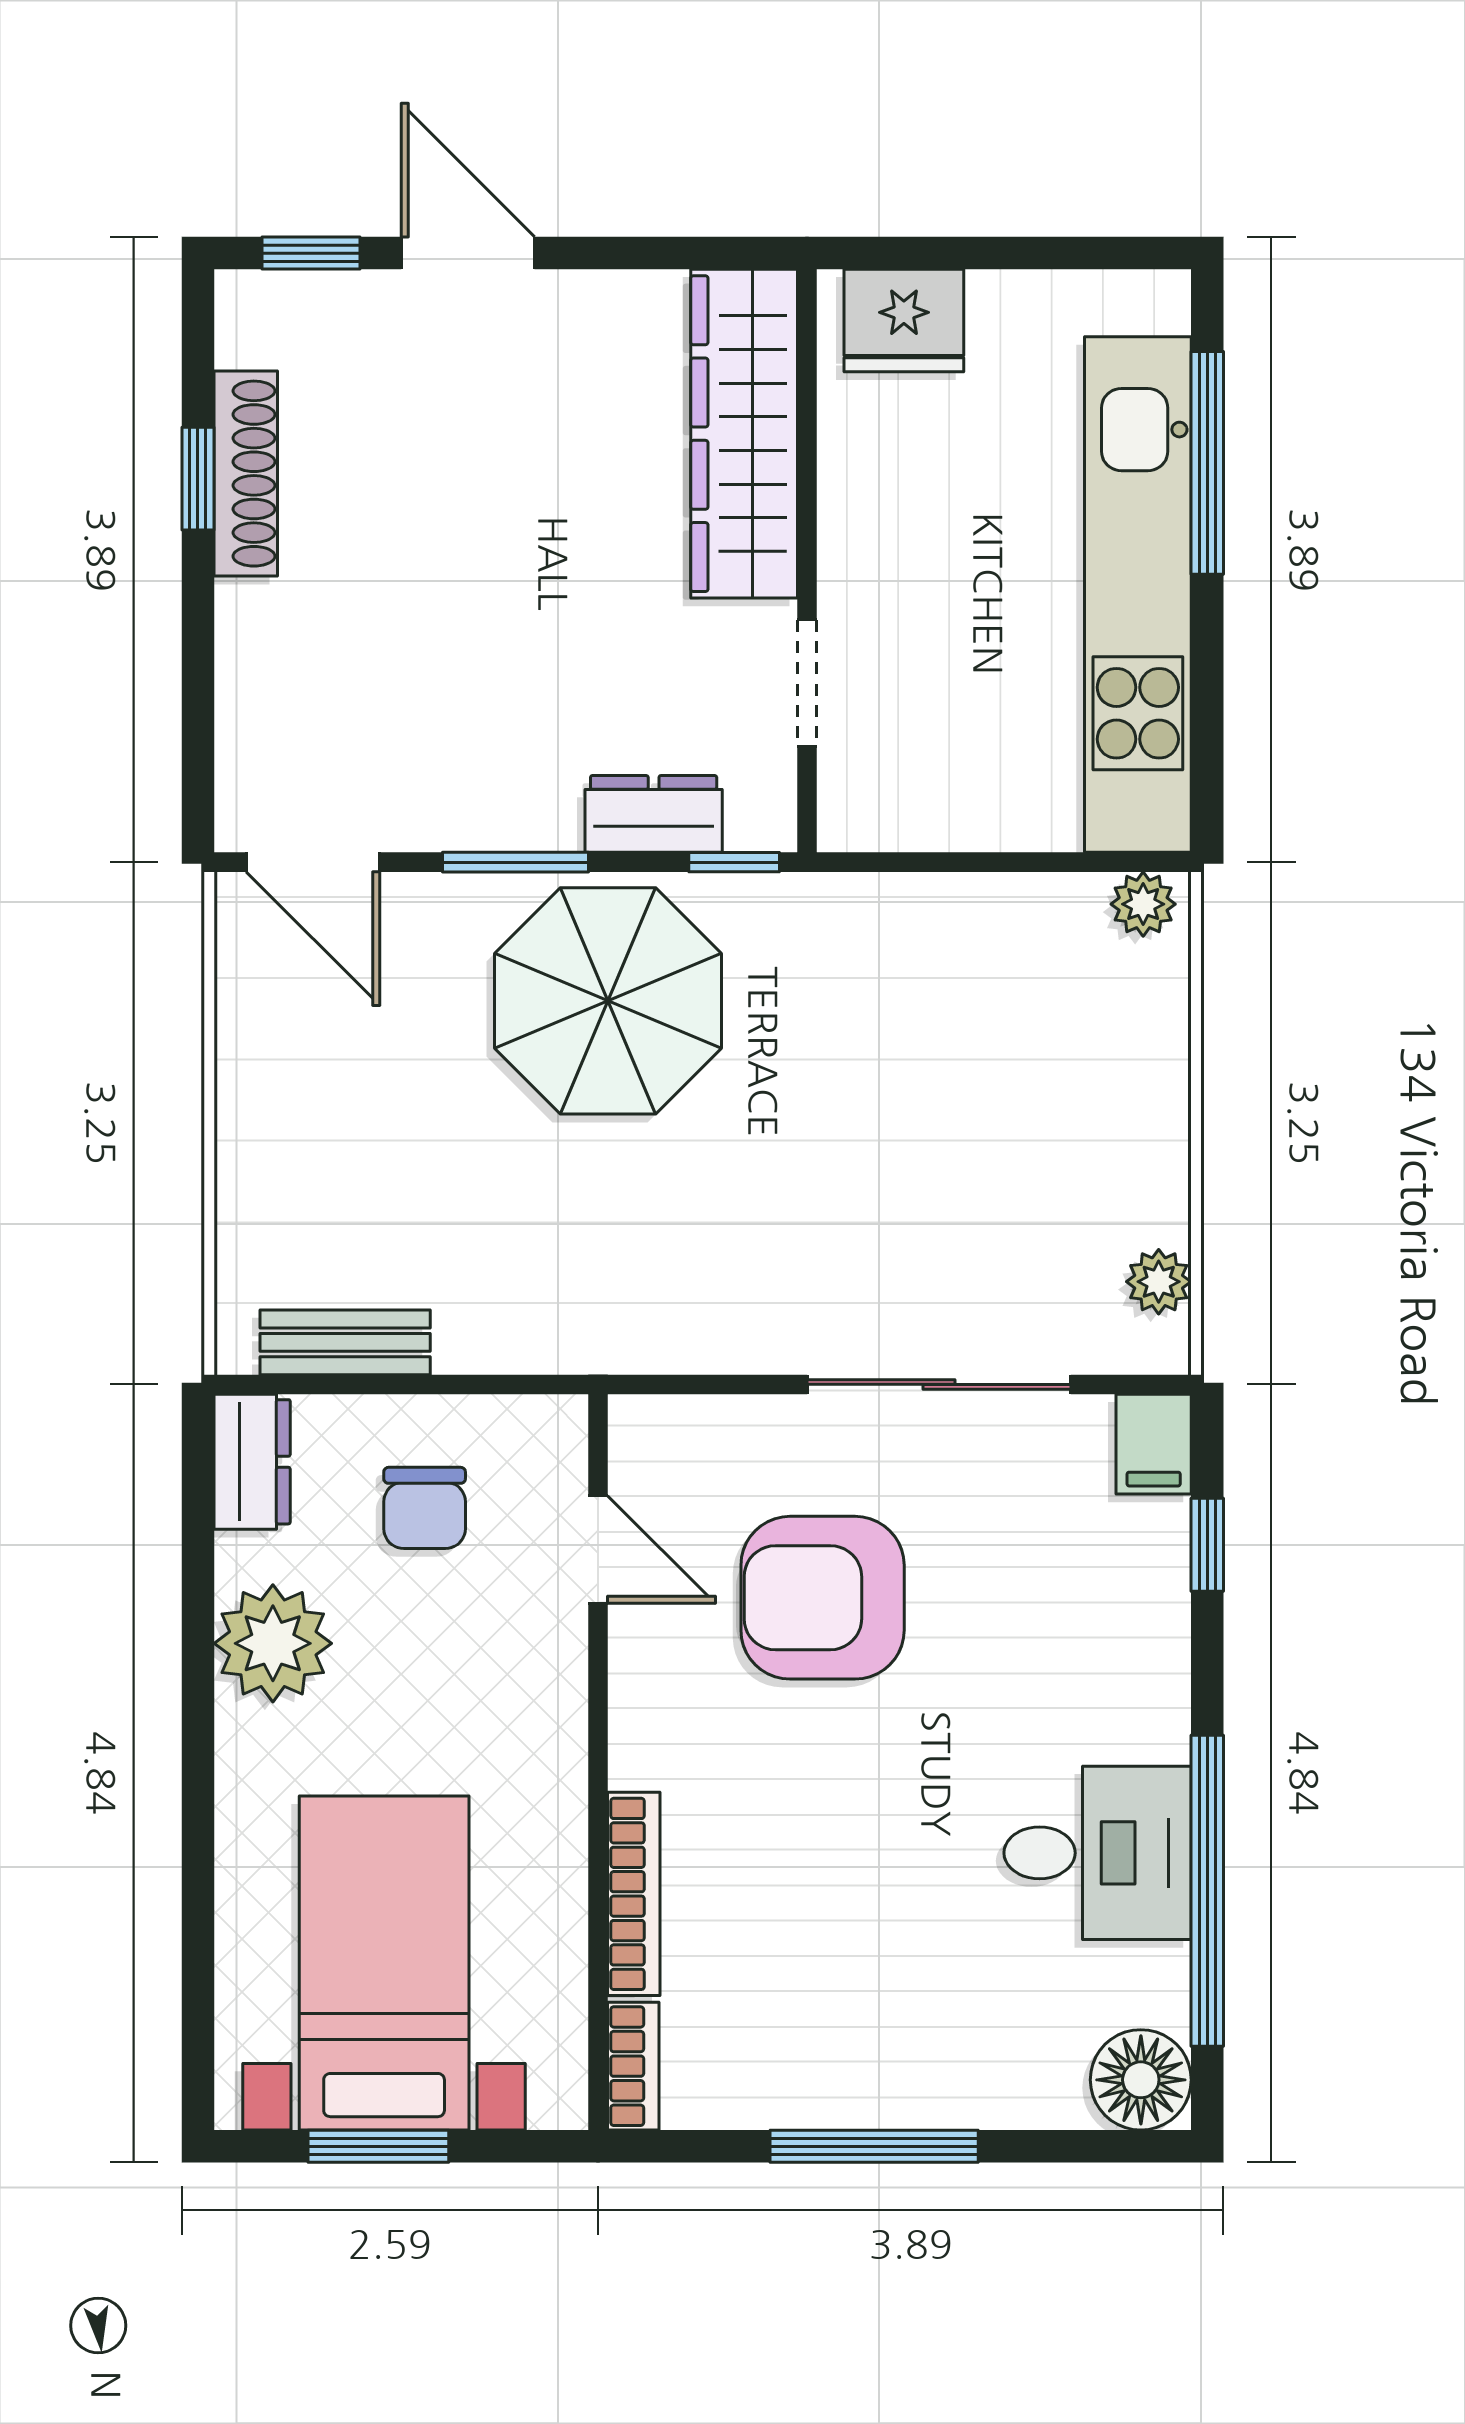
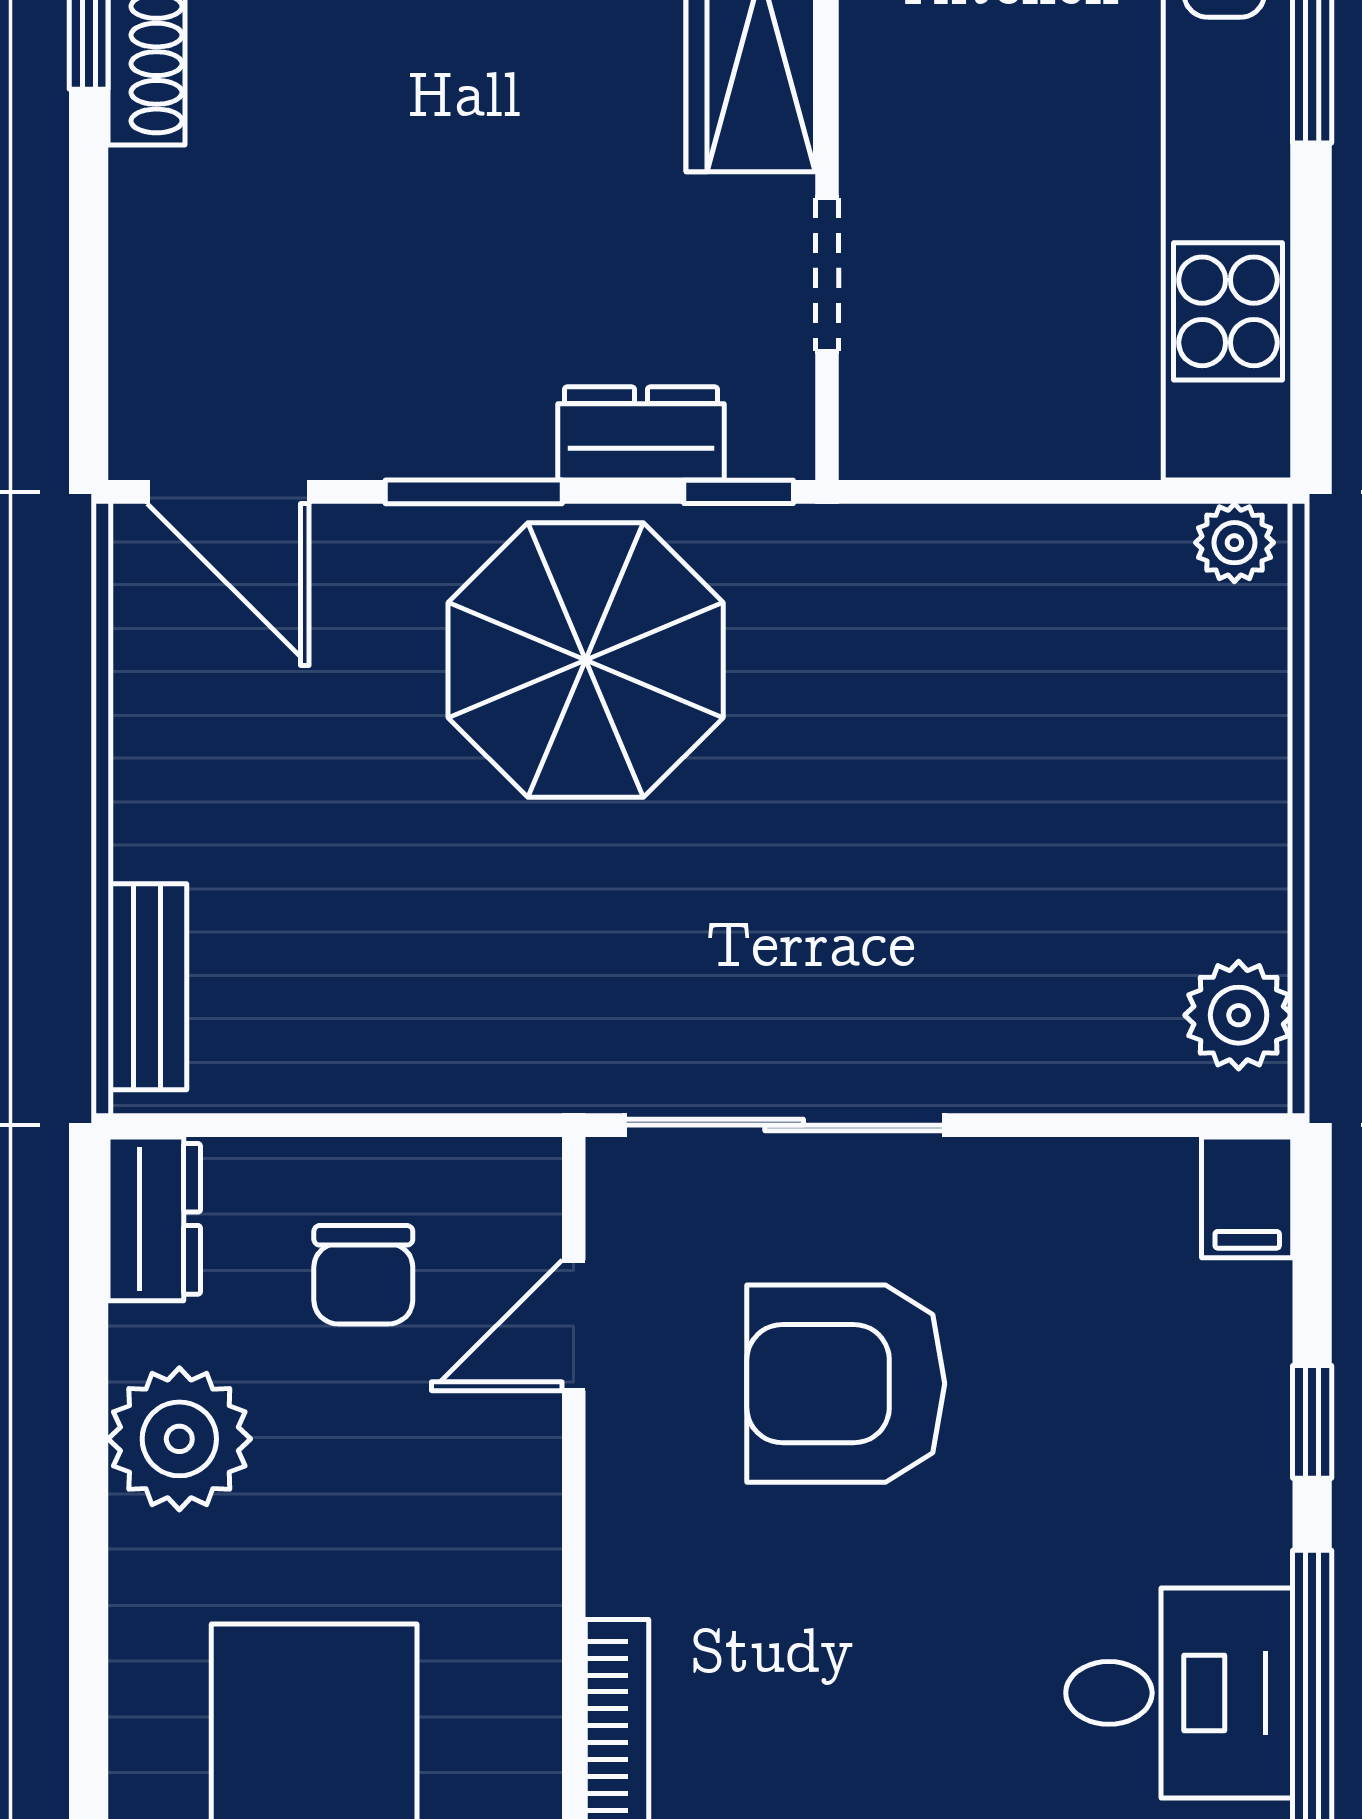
plant: (1159, 1282) -> (1239, 1015), width x1.38, depth x1.38
bench: (345, 1342) -> (147, 987), moved, turned 90
sliding door: (939, 1384) -> (784, 1125), moved
window: (1207, 1545) -> (1312, 1422), moved
door: (598, 1550) -> (574, 1325), swing flipped

